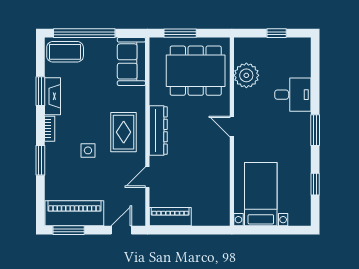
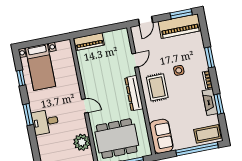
desk: (293, 95) -> (45, 122), moved
bed with nightstands: (261, 194) -> (41, 67), moved
piano: (170, 217) -> (89, 42), moved

